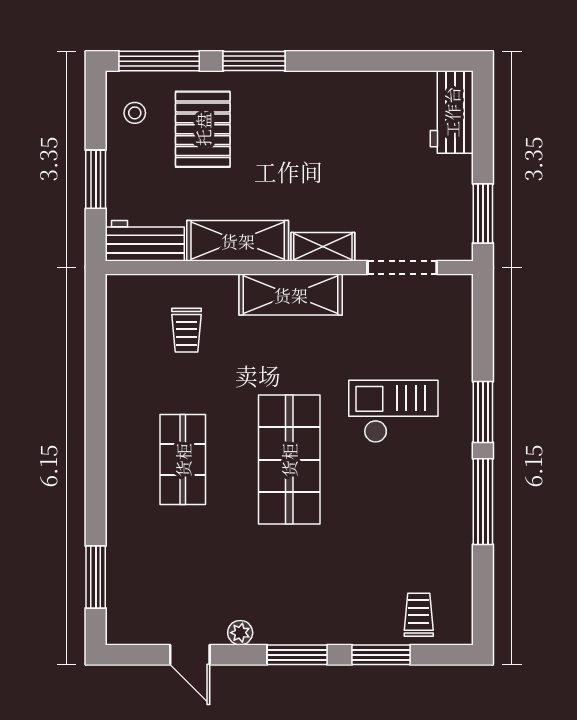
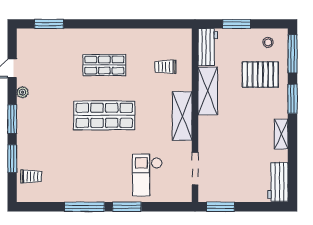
workbench: (452, 112) -> (278, 182), moved, turned -90
shelving: (323, 247) -> (281, 134), moved
checkout: (393, 411) -> (147, 175), moved, turned 180

